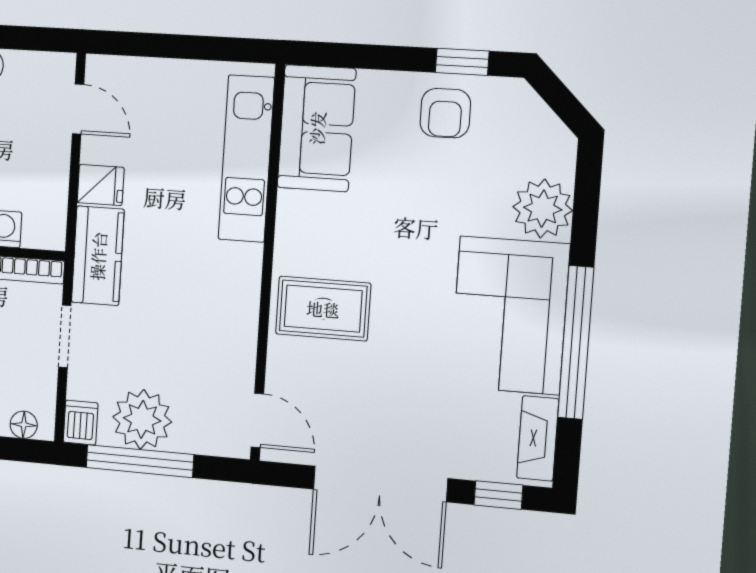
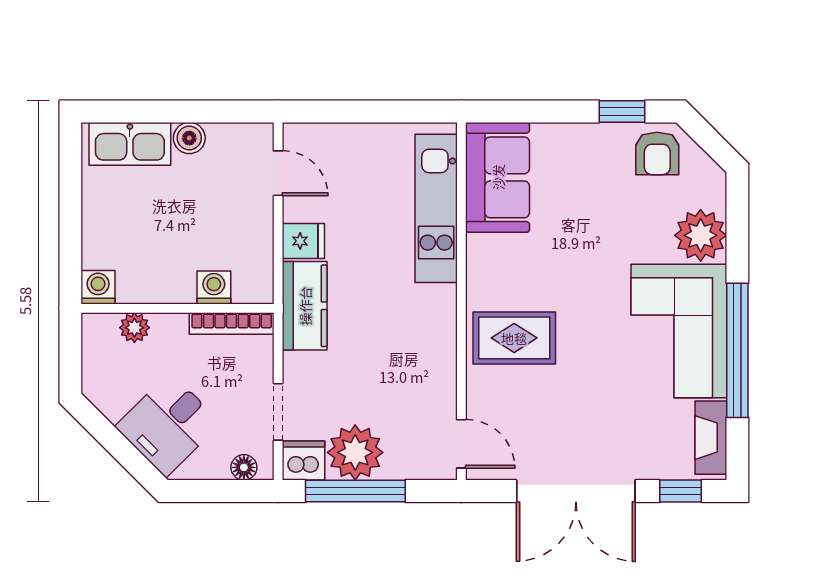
armchair: (445, 113) -> (657, 153), moved
doorway: (65, 336) -> (278, 412), moved
dishwasher: (81, 423) -> (303, 460), width x1.38

